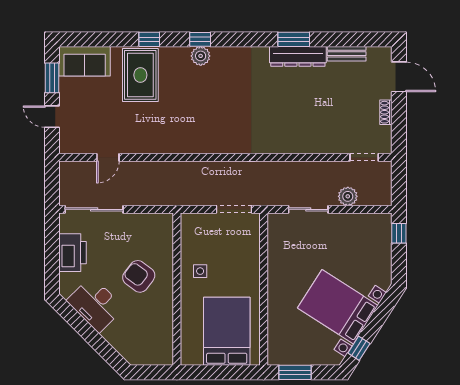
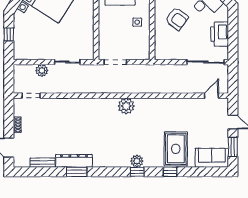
plant: (217, 141) -> (126, 106), added
door: (108, 157) -> (211, 96), moved
window: (399, 233) -> (9, 34), moved

